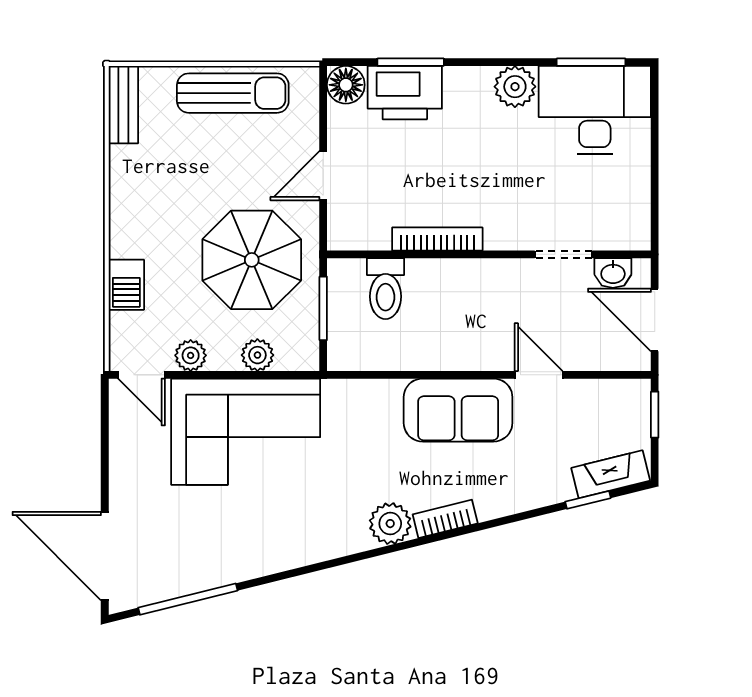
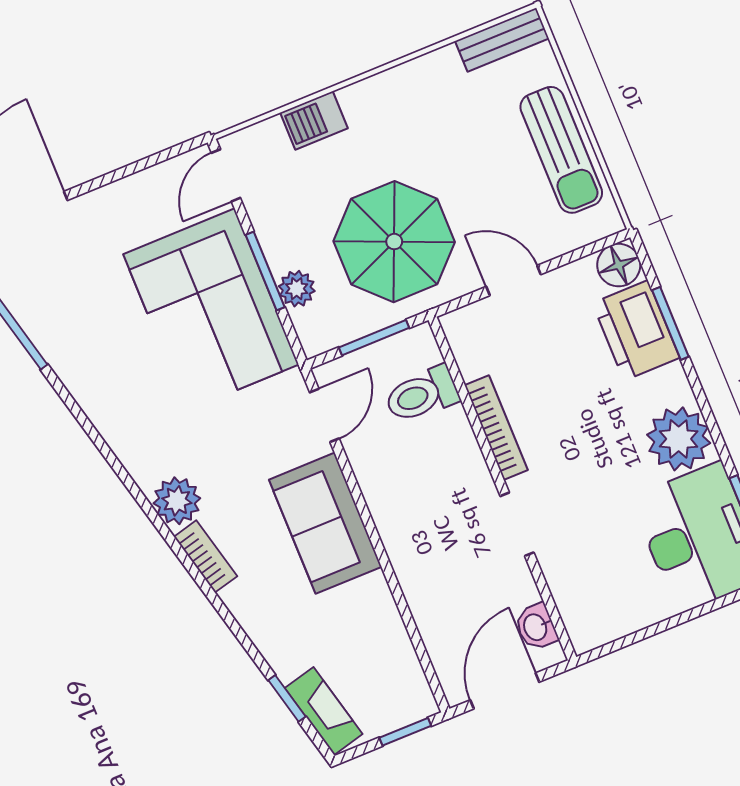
plant: (515, 87) -> (679, 439), width x1.36, depth x1.36
doorway: (564, 254) -> (517, 524), moved
plant: (191, 355) -> (267, 219), removed
window: (233, 375) -> (265, 271), added
door: (539, 375) -> (324, 415), moved

